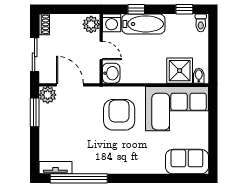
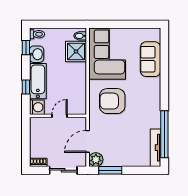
plant: (91, 24) -> (38, 124), removed
washbasin: (111, 73) -> (37, 54), moved, turned 90
sofa: (187, 162) -> (151, 59), moved
tv unit: (55, 168) -> (156, 148), width x1.41

